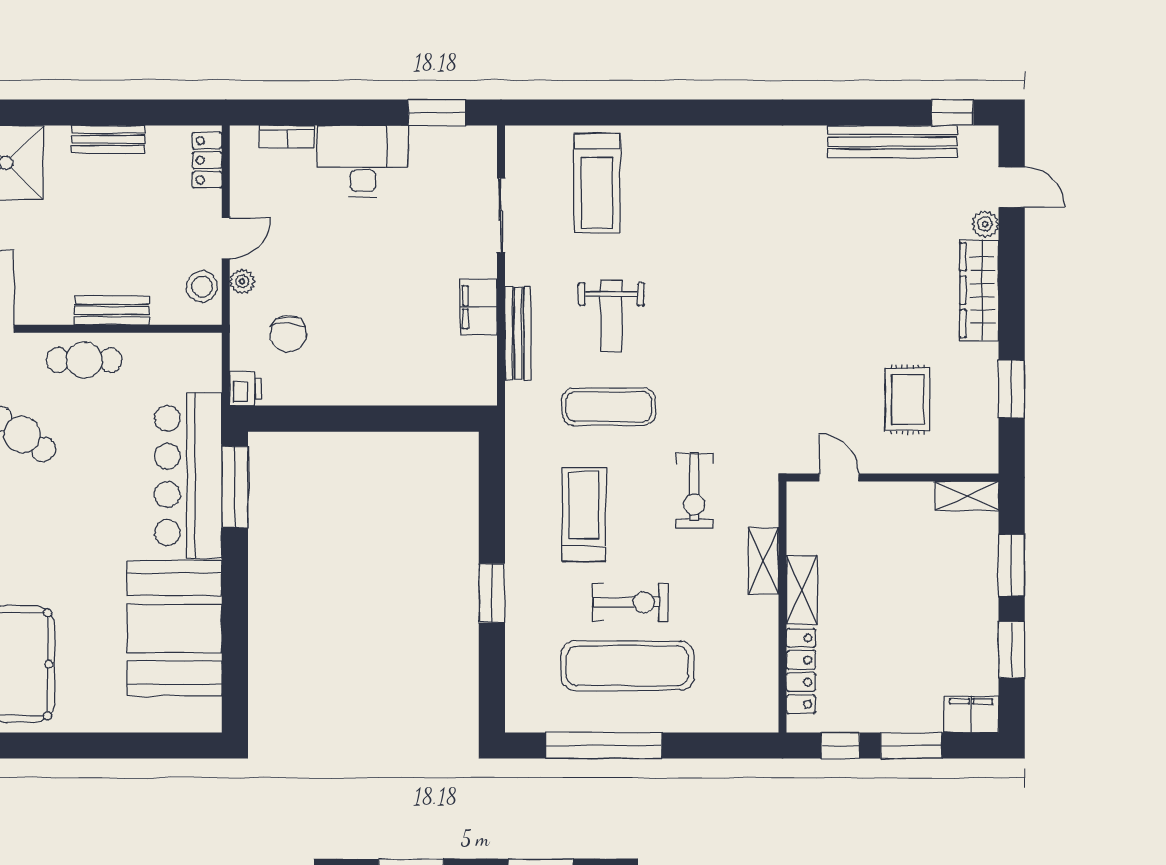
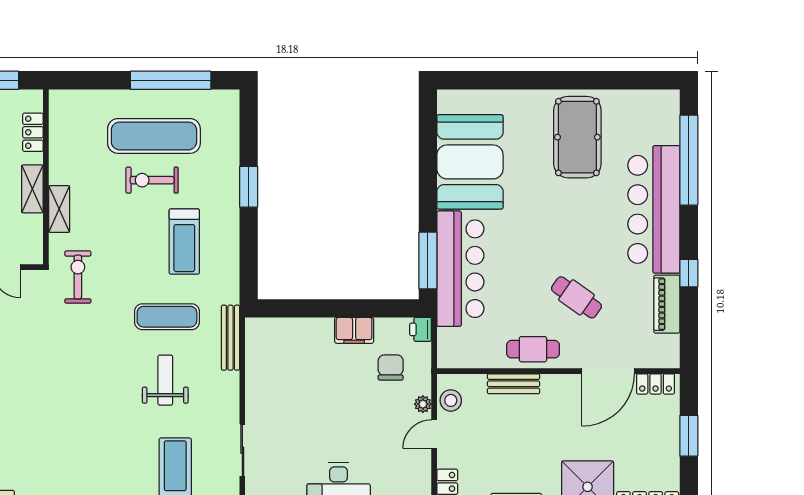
filing cabinet: (478, 307) -> (354, 330), moved, turned 90
bench: (518, 333) -> (230, 338), moved
exercise bike: (694, 491) -> (78, 277), moved
locker: (801, 671) -> (33, 132), width x0.66

